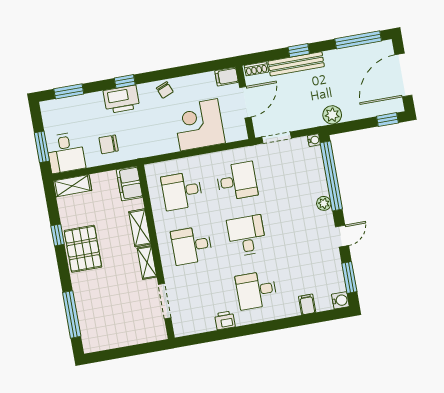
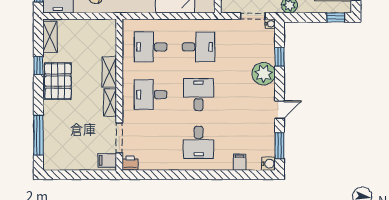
doorway: (277, 138) -> (253, 16), moved
window: (331, 176) -> (279, 57), width x0.32
filing cabinet: (129, 183) -> (107, 160), moved, width x0.50
shelving: (72, 186) -> (50, 37), moved, turned 90
plant: (324, 203) -> (264, 74), width x1.88, depth x1.88
desk: (256, 290) -> (199, 142), turned -90
printer: (225, 320) -> (130, 163), moved

